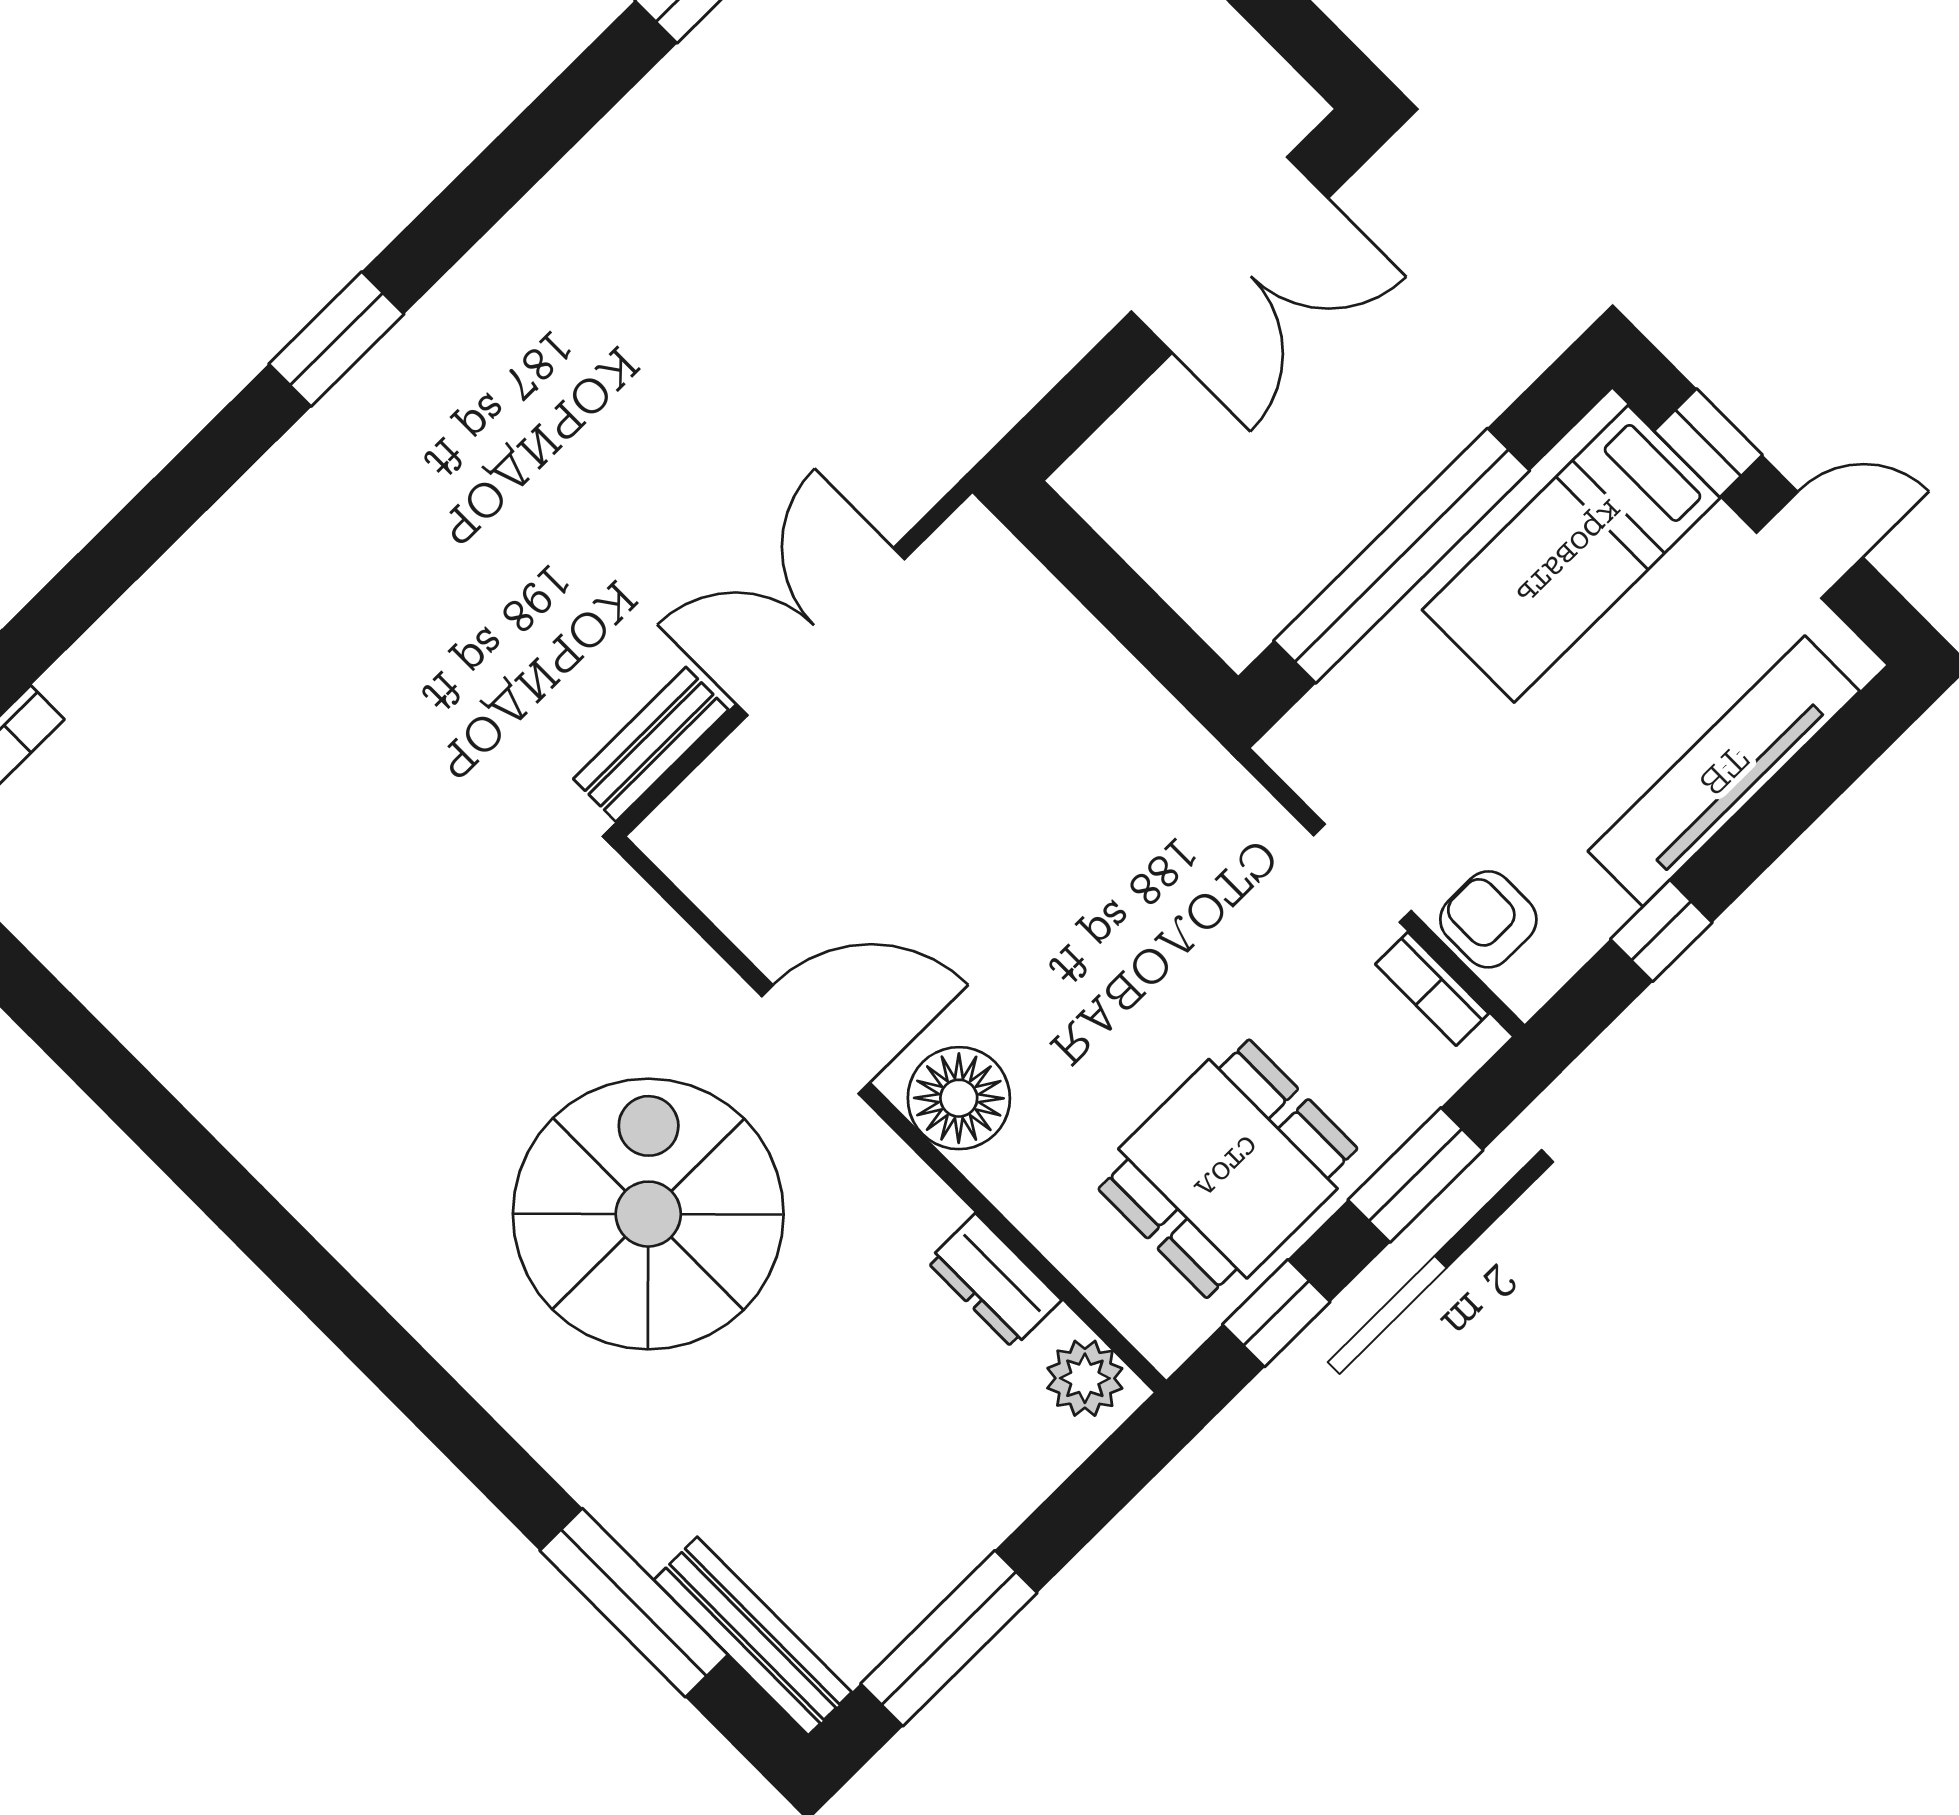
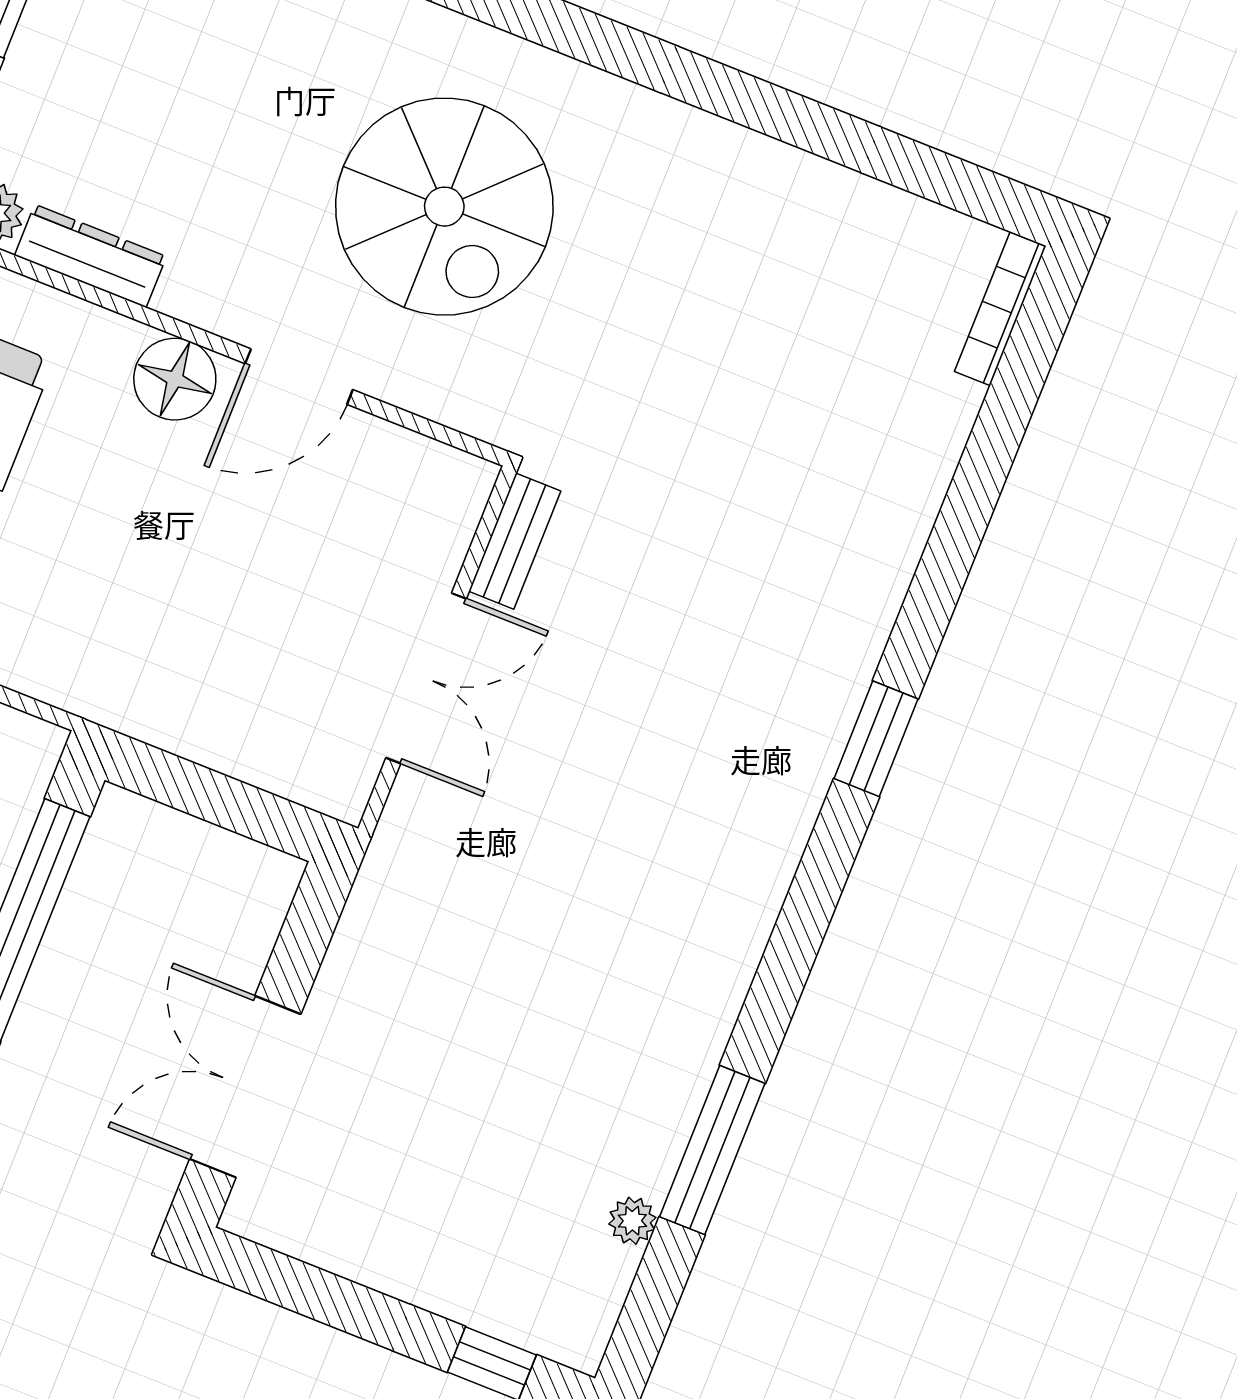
spiral stairs: (648, 1214) -> (444, 207), moved
dresser: (994, 1281) -> (90, 256), width x1.44

